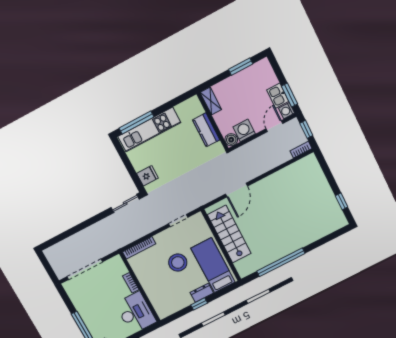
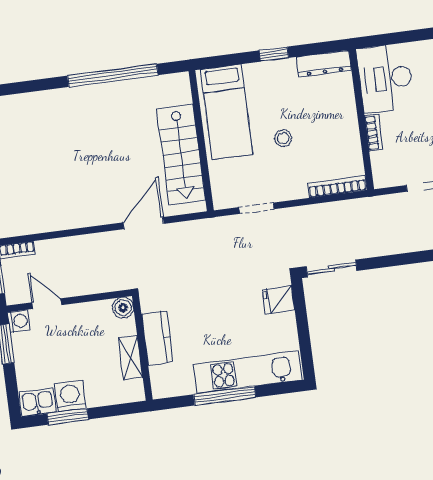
kitchen sink: (278, 96) -> (38, 402), moved, turned -90
shelving: (211, 101) -> (131, 358), moved
window: (136, 123) -> (225, 396), moved
door: (274, 126) -> (47, 304), swing flipped
washing machine: (244, 130) -> (70, 396), moved, turned 180
stool: (178, 263) -> (283, 138), width x0.53, depth x0.53
dresser: (202, 293) -> (324, 64), moved, width x1.44

